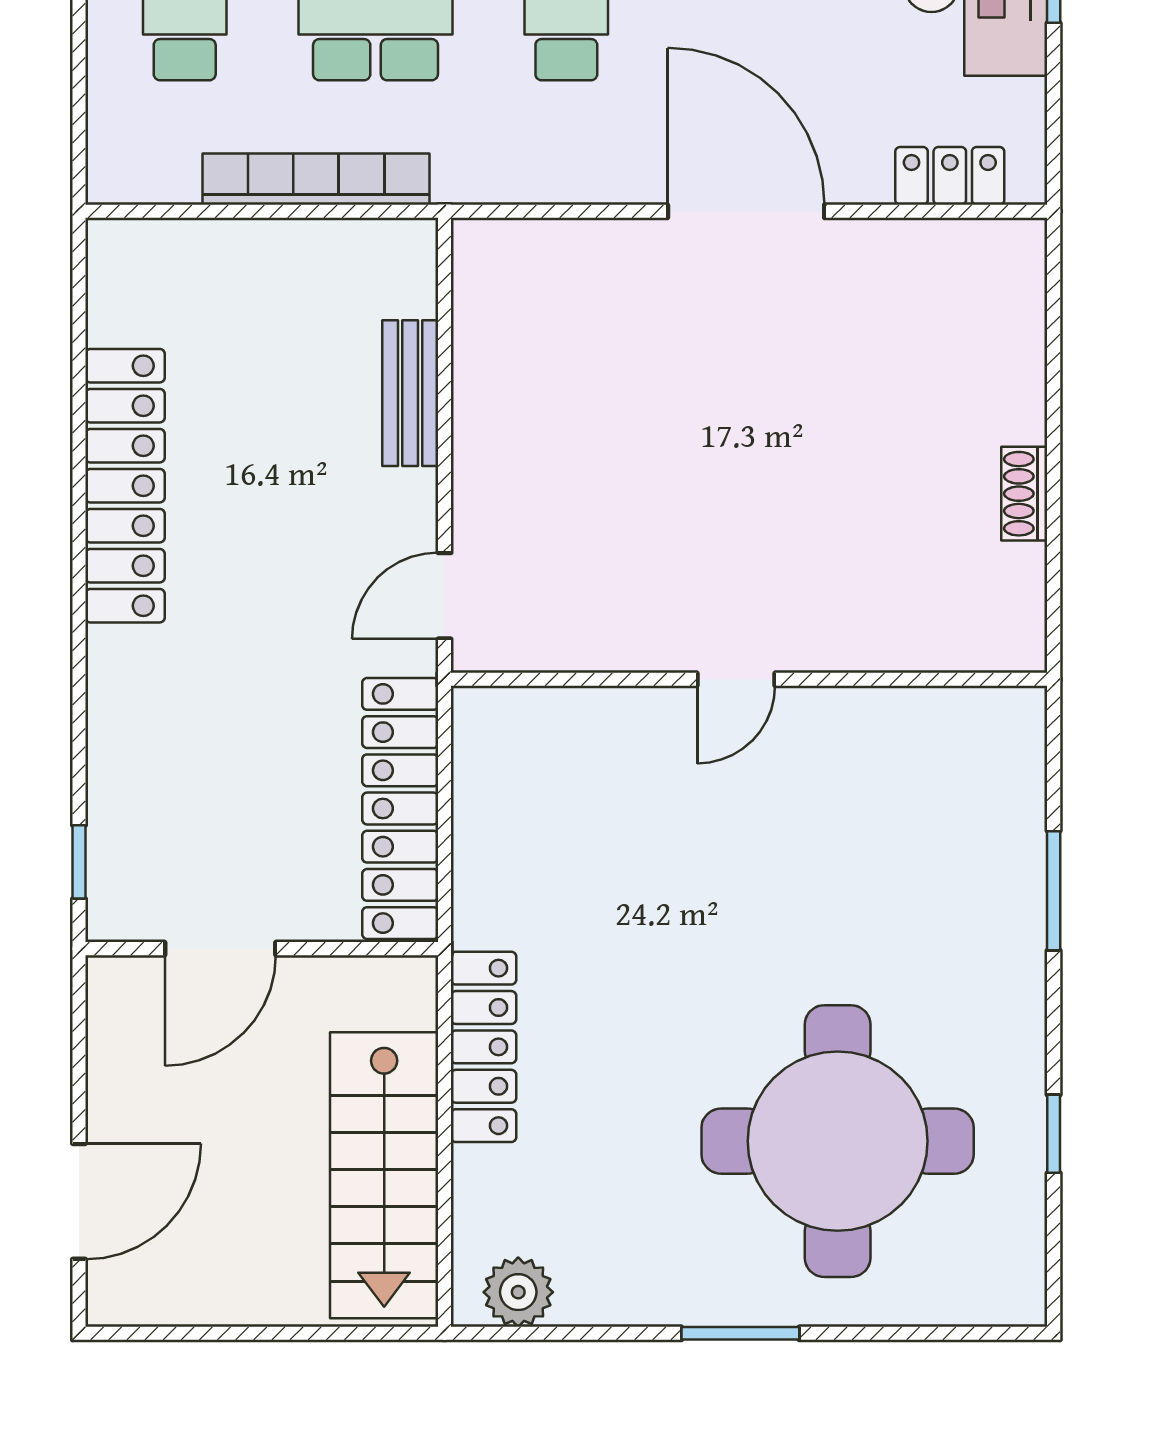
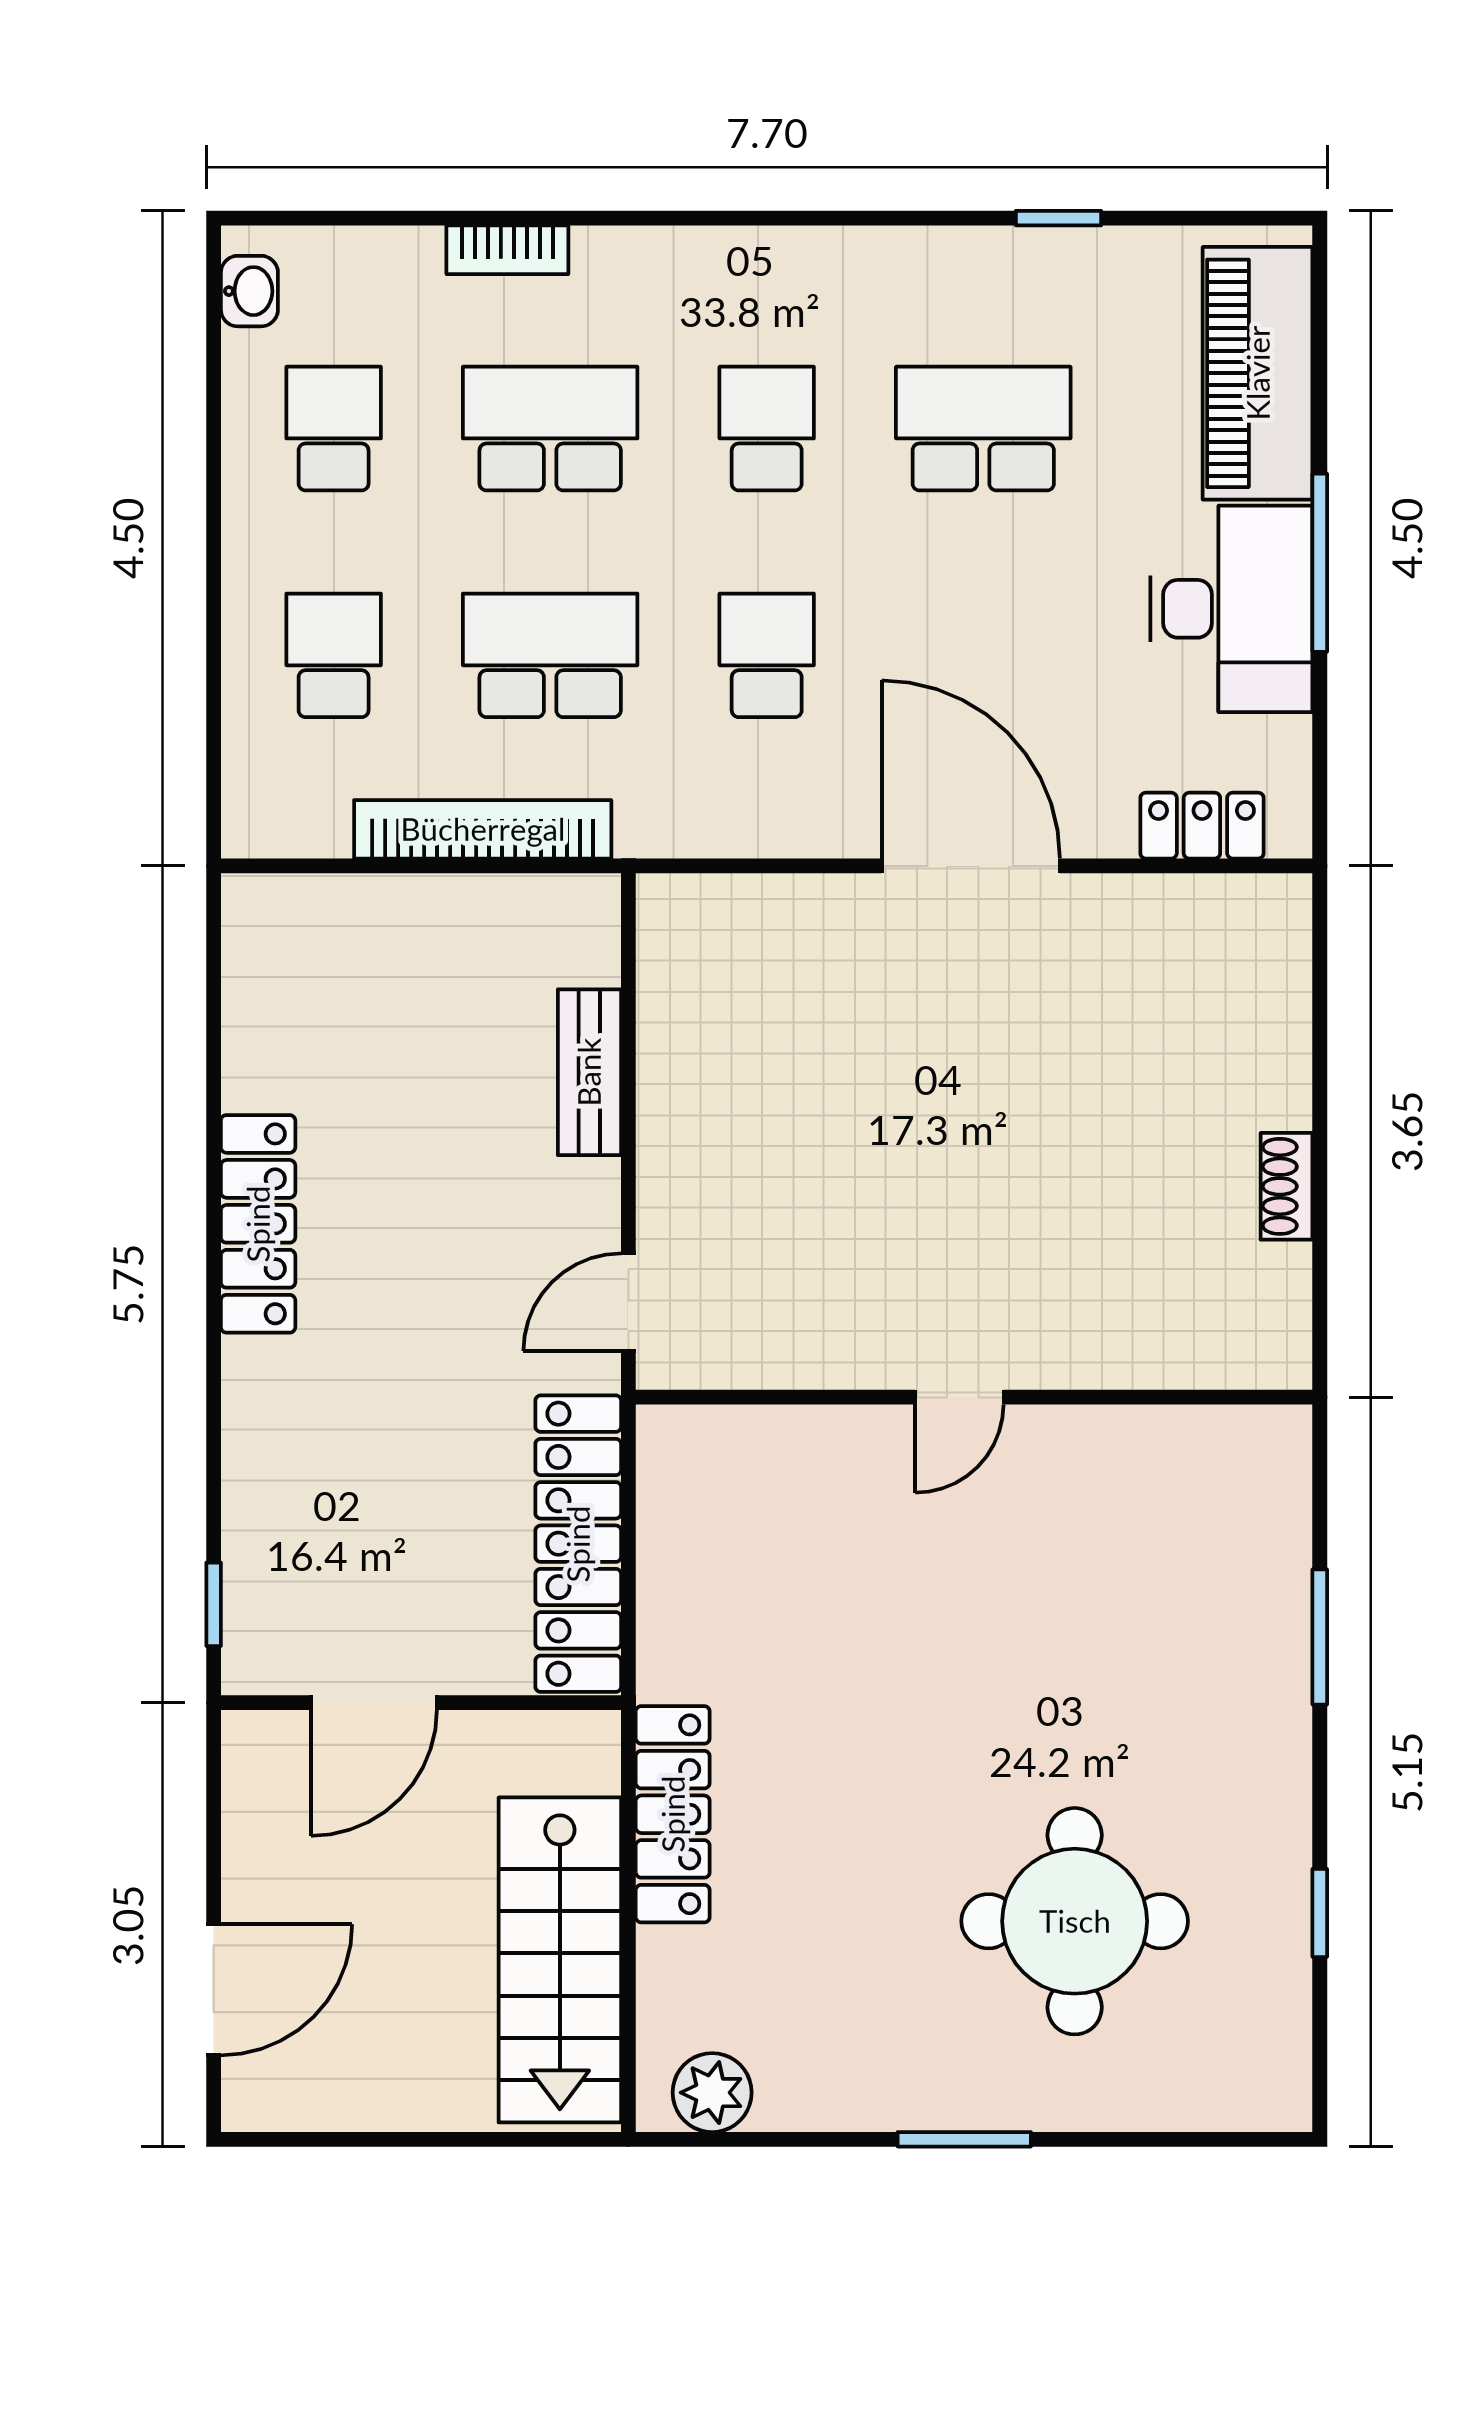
locker: (125, 486) -> (258, 1224), width x0.71, depth x0.83
round table: (838, 1141) -> (1075, 1921), width x0.73, depth x0.73

